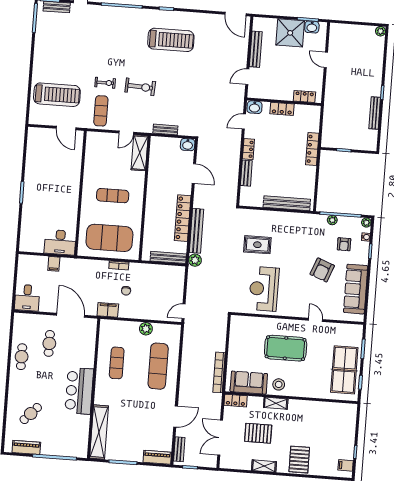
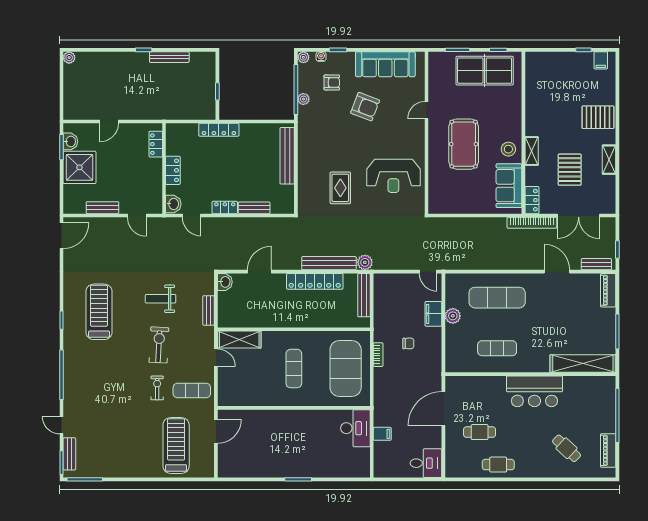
bench: (256, 49) -> (102, 208), width x0.73
weight bench: (178, 91) -> (161, 299), added
filing cabinet: (108, 310) -> (433, 314), moved
bookcase: (219, 372) -> (532, 223), moved

